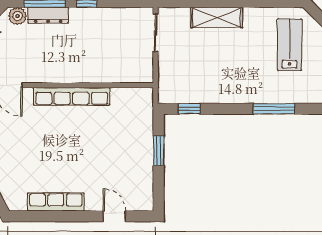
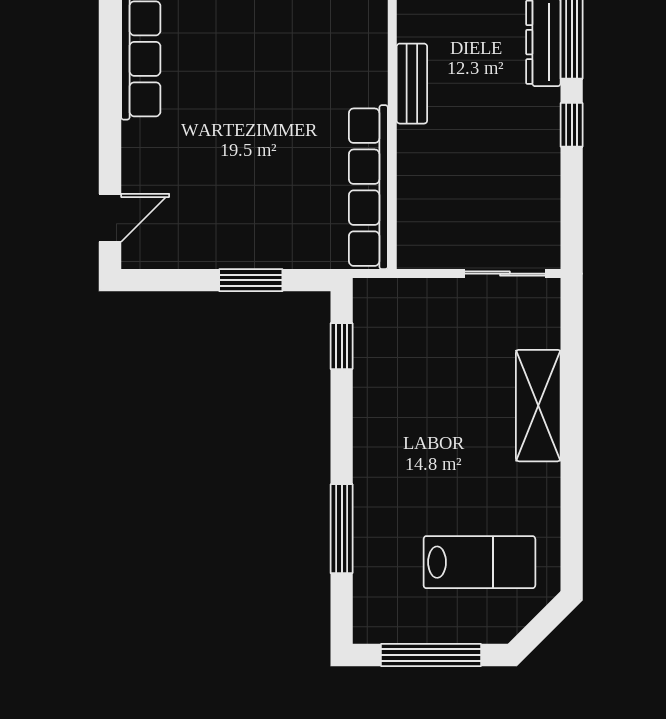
bench: (67, 76) -> (412, 84), added
row of seats: (72, 96) -> (368, 187), moved
door: (114, 216) -> (110, 218), moved

